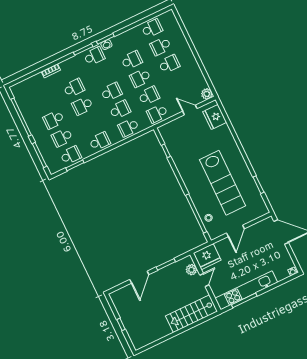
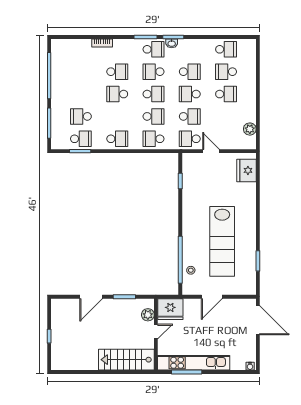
plant: (207, 94) -> (250, 129), moved
door: (190, 110) -> (211, 151), moved
school desk: (54, 120) -> (153, 72), moved

